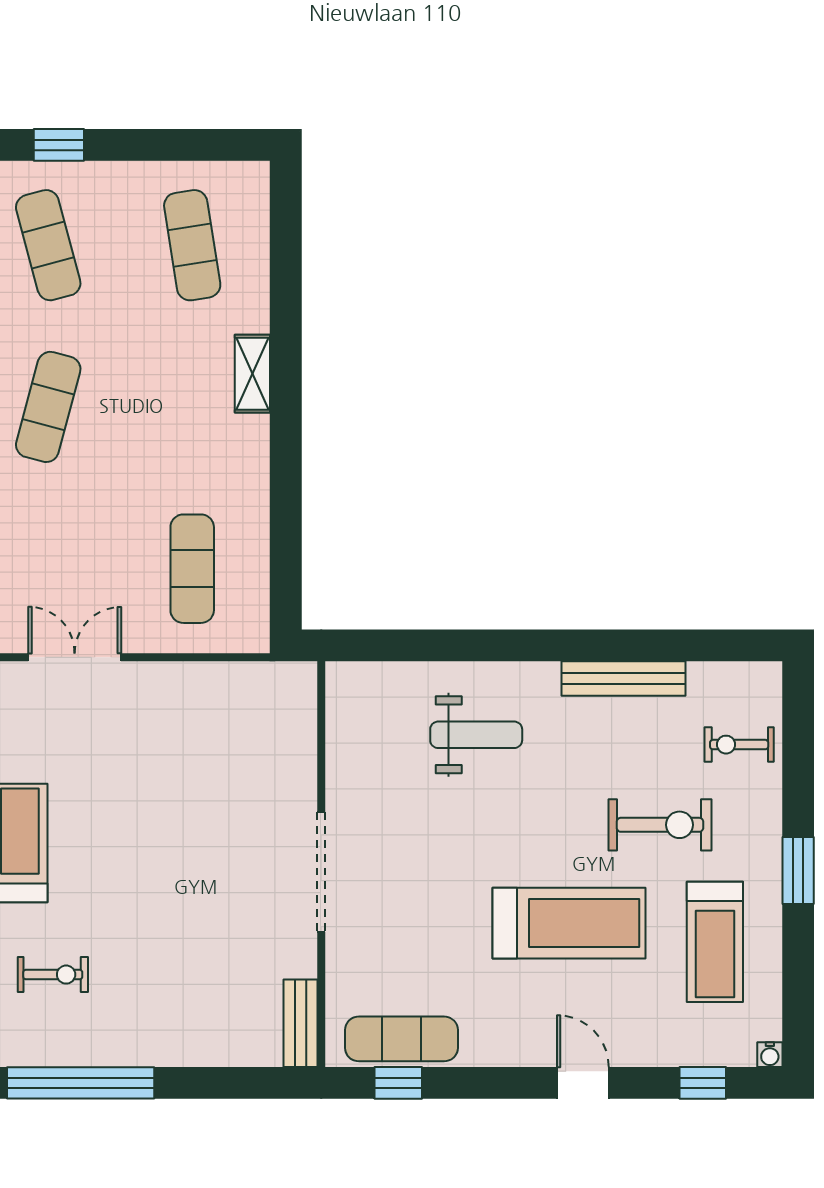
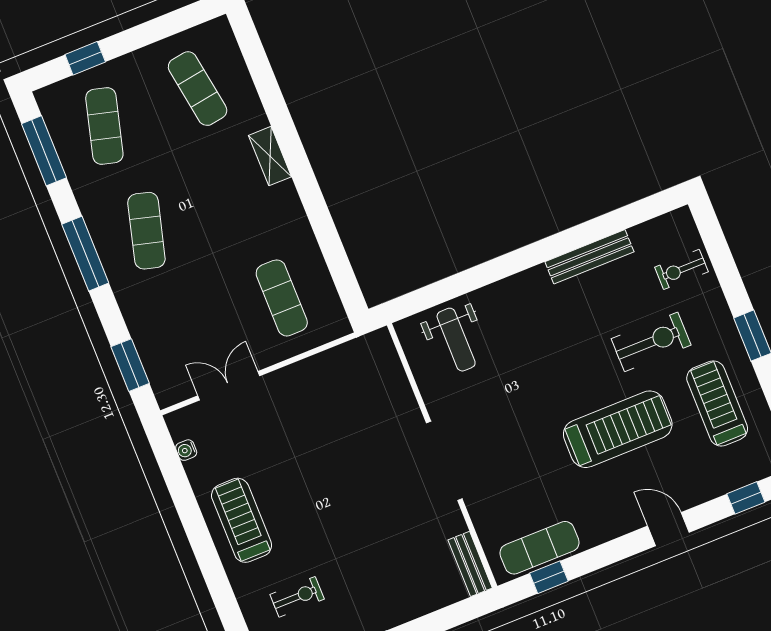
exercise mat: (48, 245) -> (104, 126), turned 30
weight bench: (476, 735) -> (456, 340), moved, turned 90
treadmill: (715, 942) -> (717, 403), turned 180

